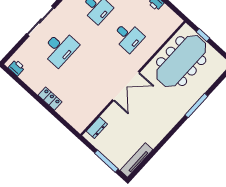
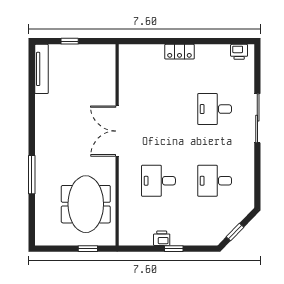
desk: (60, 48) -> (215, 109), width x0.73
meeting table: (181, 61) -> (86, 204), width x0.73
dresser: (97, 128) -> (108, 65), removed
window: (106, 161) -> (70, 41), width x0.46

